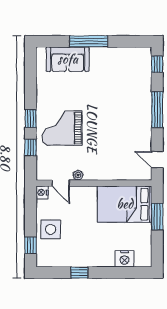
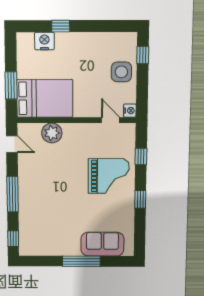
window: (31, 119) -> (140, 199), moved
plant: (78, 175) -> (52, 133), moved, width x1.87, depth x1.87
window: (79, 273) -> (61, 26), moved

